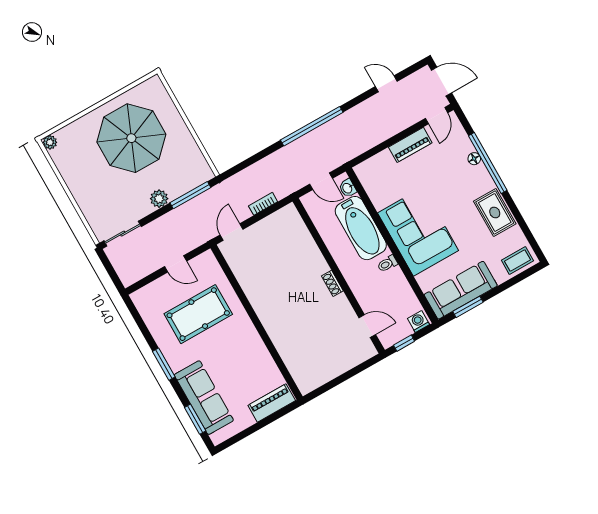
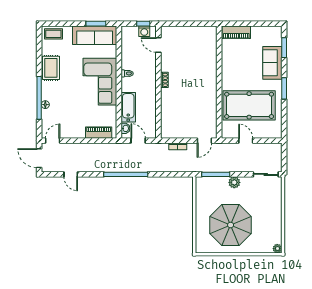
piano: (410, 145) -> (99, 133), moved
bathtub: (361, 228) -> (128, 107), width x0.73, depth x0.73
pool table: (198, 314) -> (249, 105), width x1.36, depth x1.32
washing machine: (419, 321) -> (144, 31), moved
sofa: (204, 398) -> (272, 63), width x0.73

